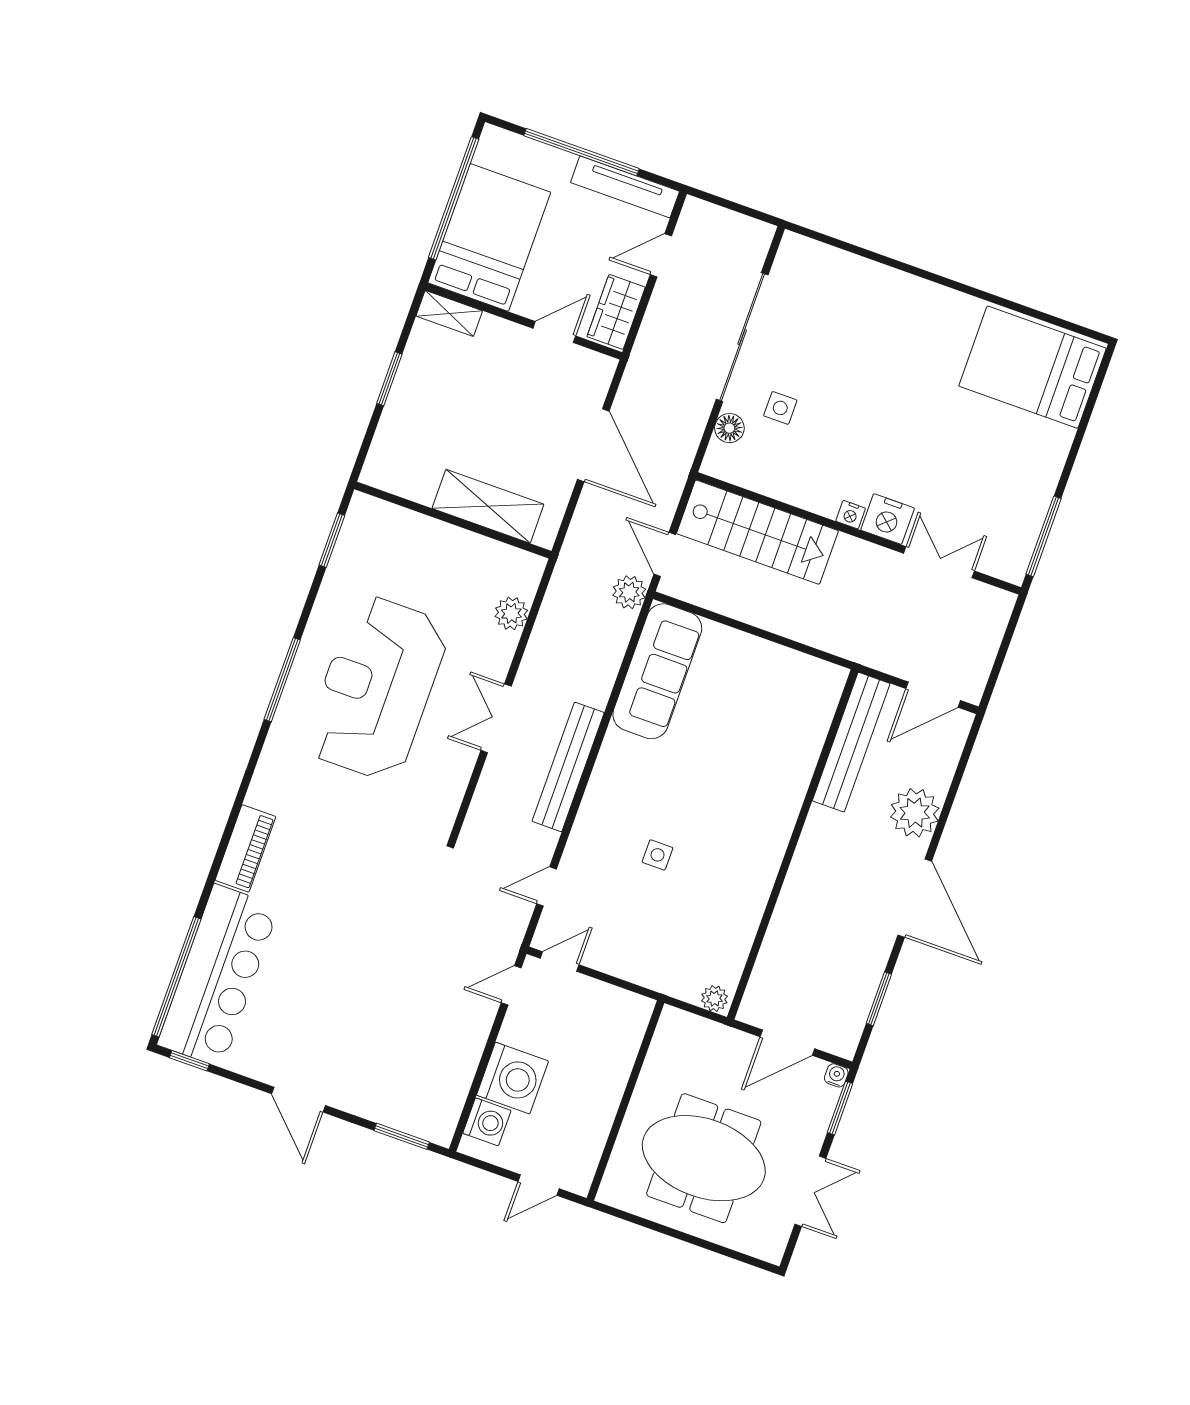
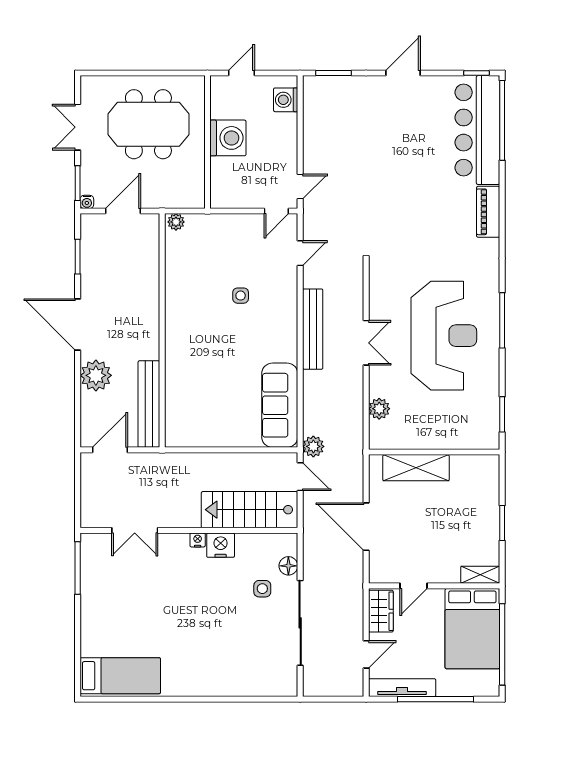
bed: (1032, 367) -> (120, 676), width x0.67
nightstand: (888, 519) -> (221, 545), moved
washing machine: (512, 1078) -> (228, 138), moved, turned 180
door: (299, 1100) -> (403, 73), hinge flipped

